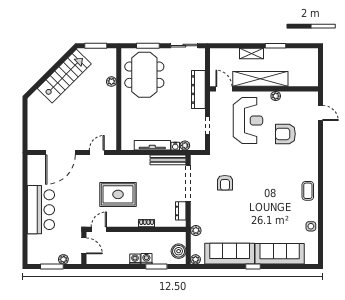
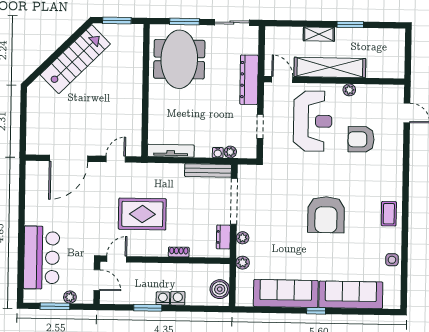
plant: (111, 82) -> (136, 67), removed
tv unit: (152, 145) -> (171, 151), moved
armchair: (225, 183) -> (326, 215), moved, width x1.88, depth x1.88
bar counter: (41, 210) -> (41, 258), moved
plant: (196, 259) -> (243, 238), moved
window: (156, 267) -> (148, 308), moved

